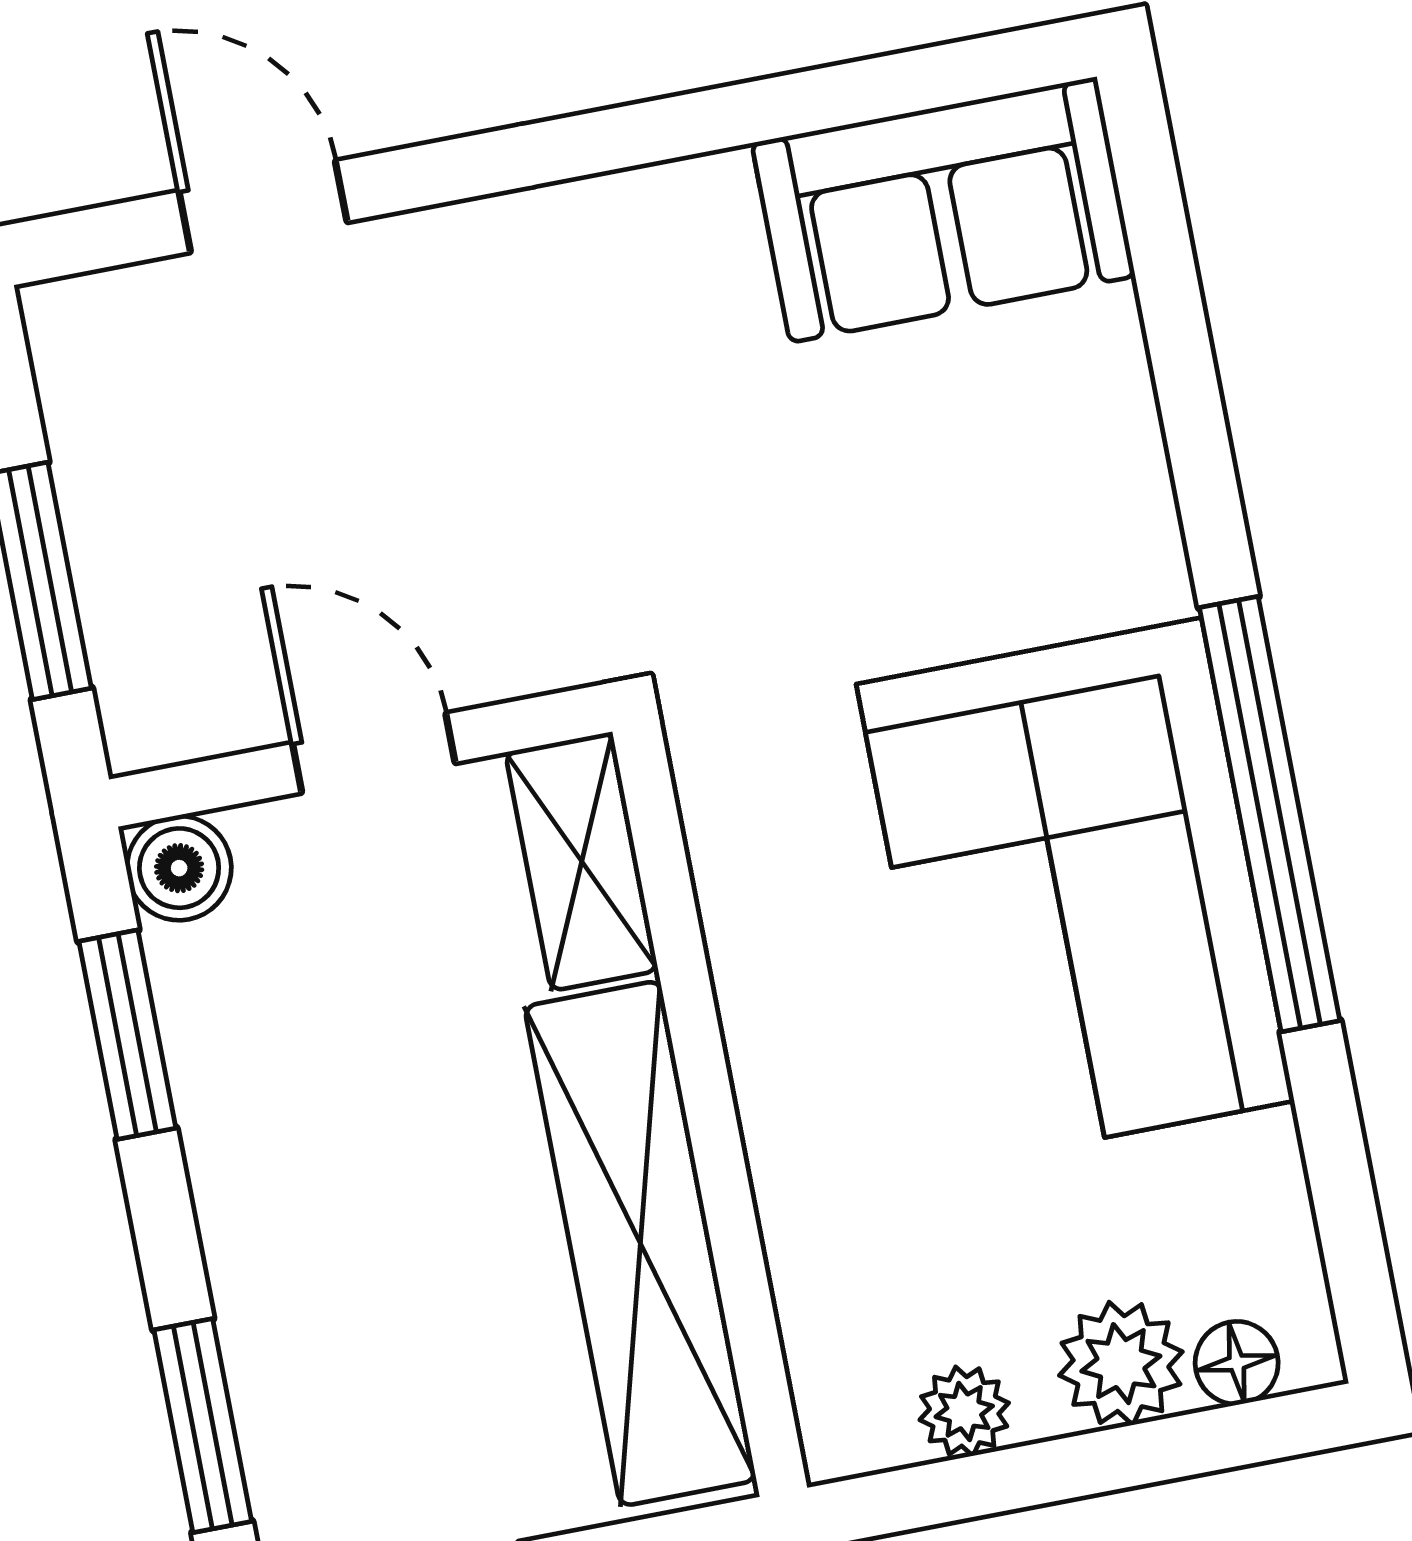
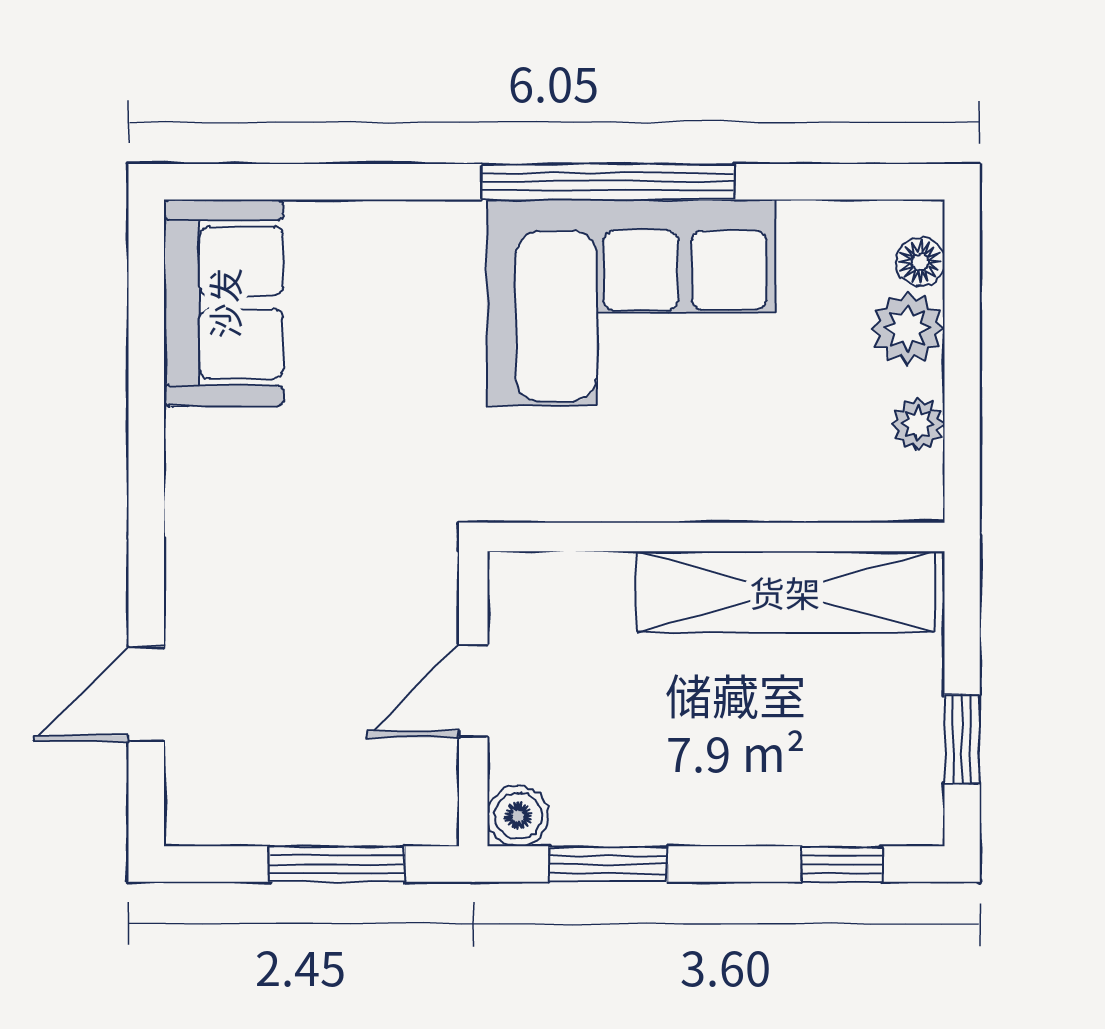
shelving: (582, 861) -> (559, 583), removed
window: (203, 1426) -> (842, 864), width x0.67

